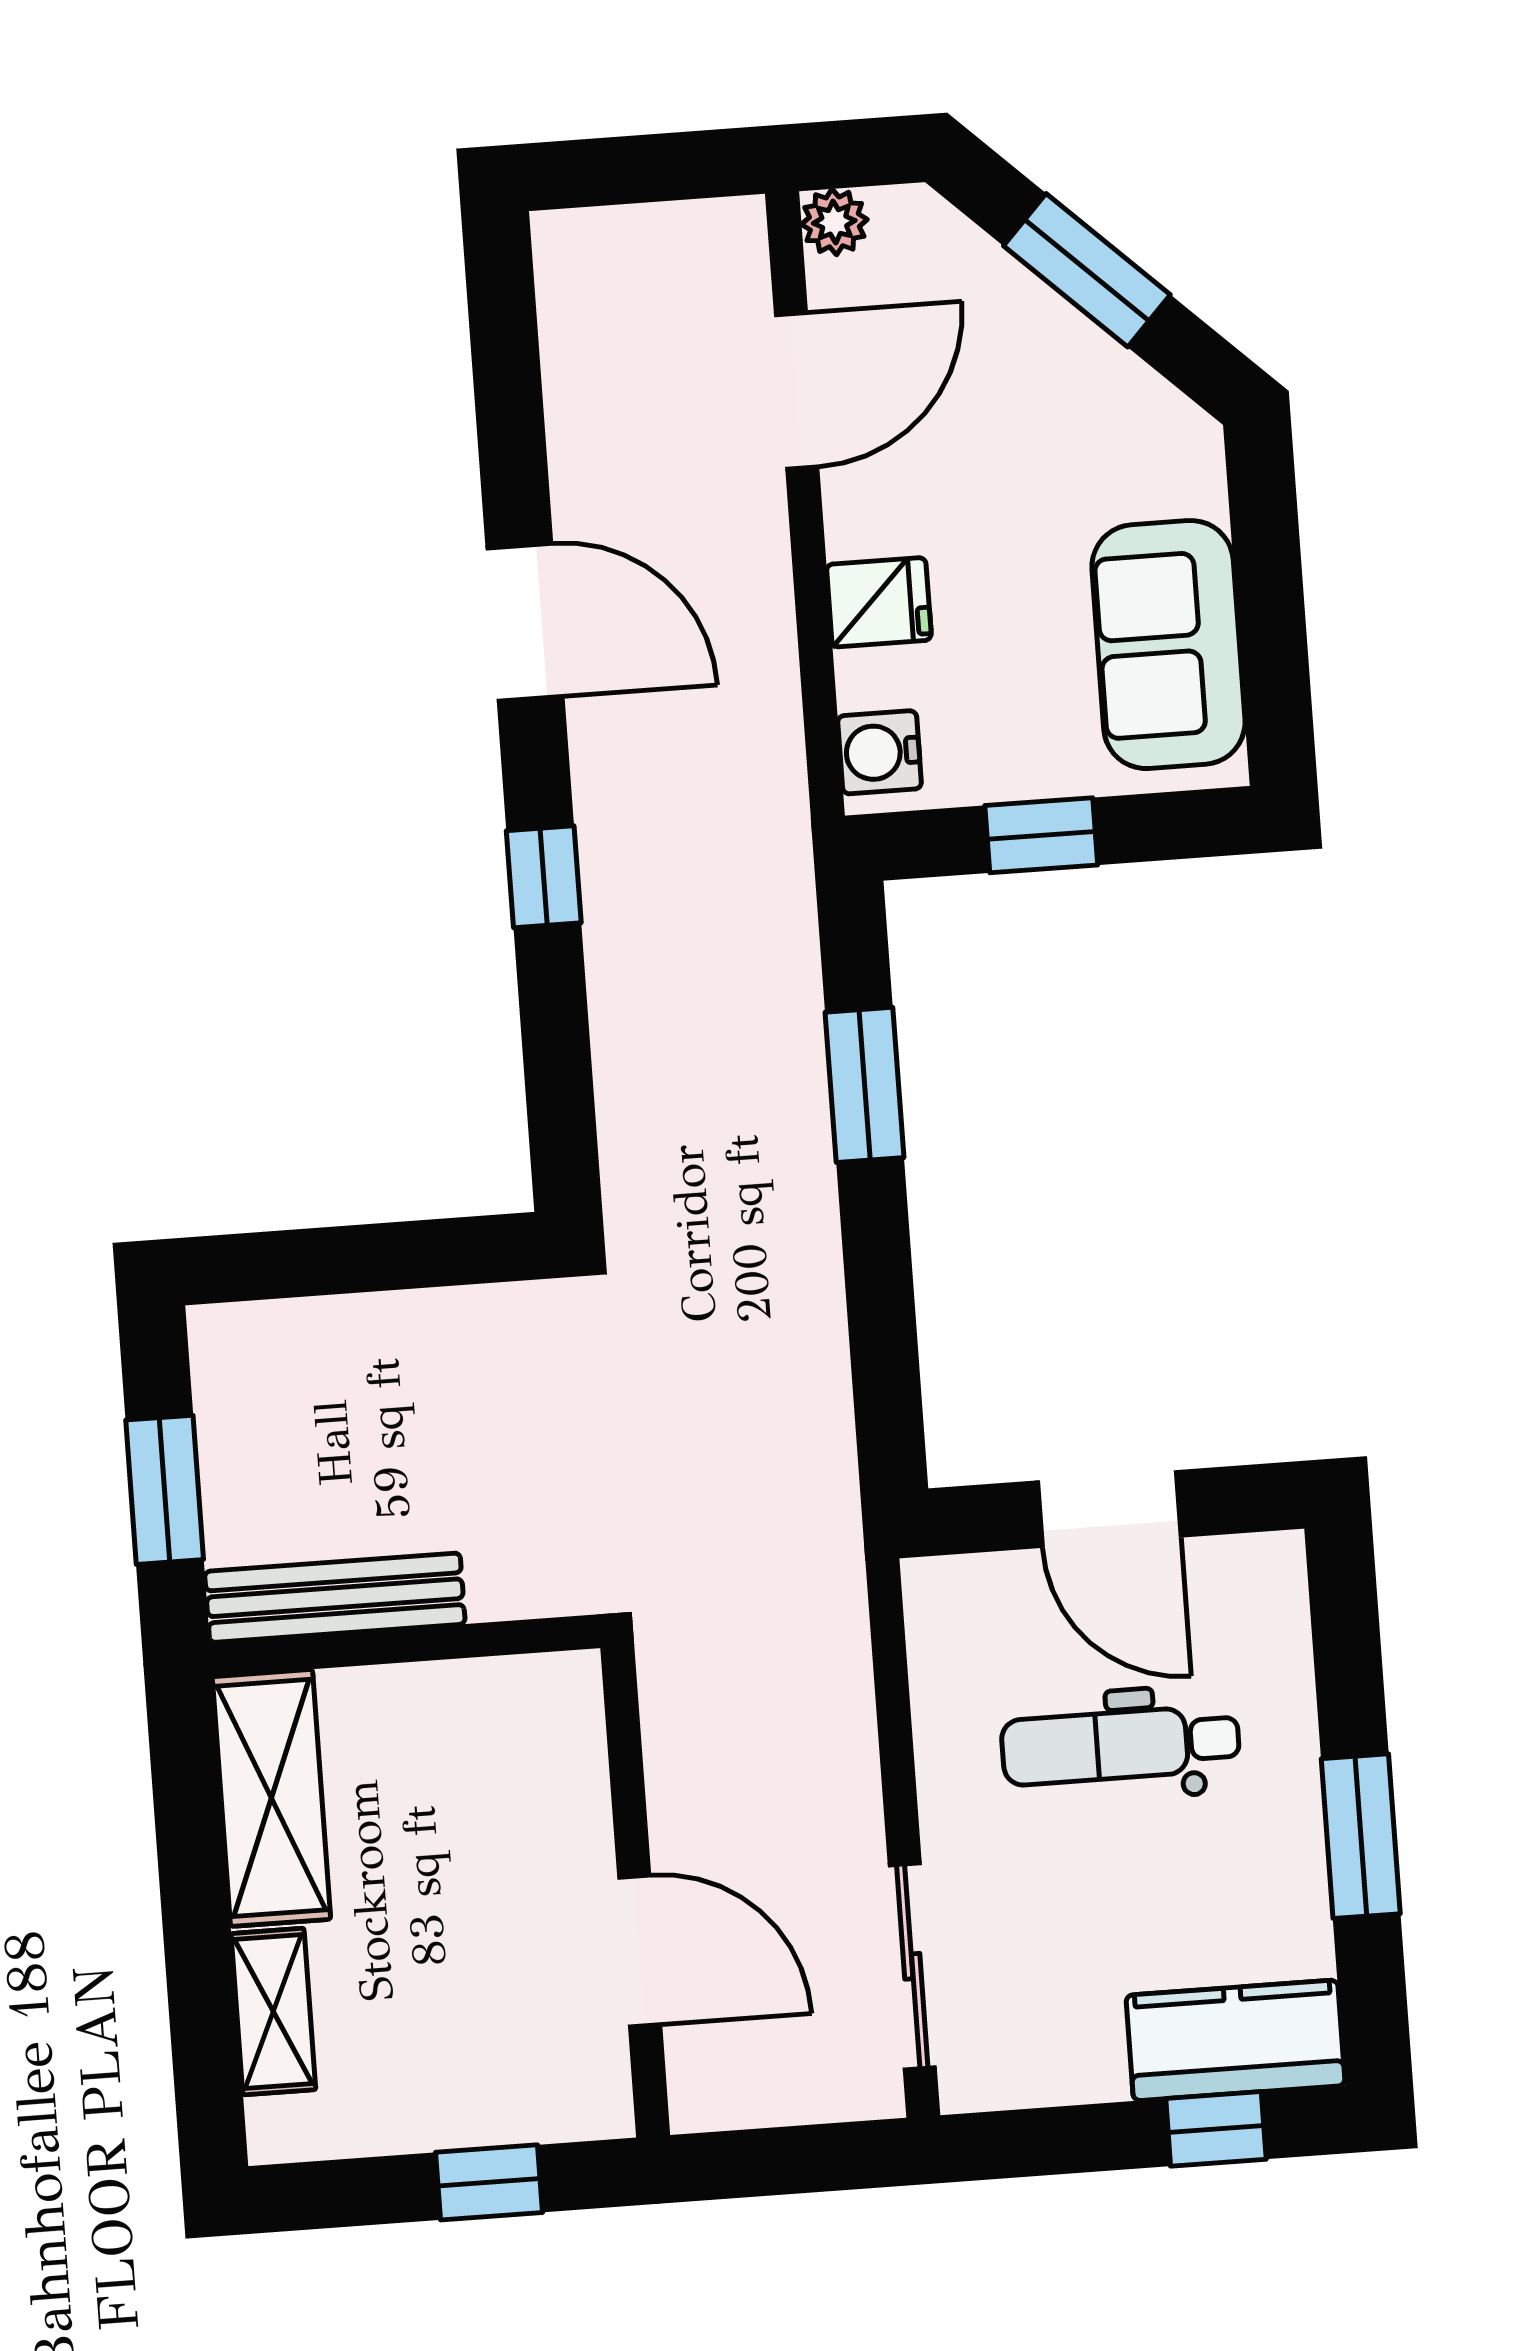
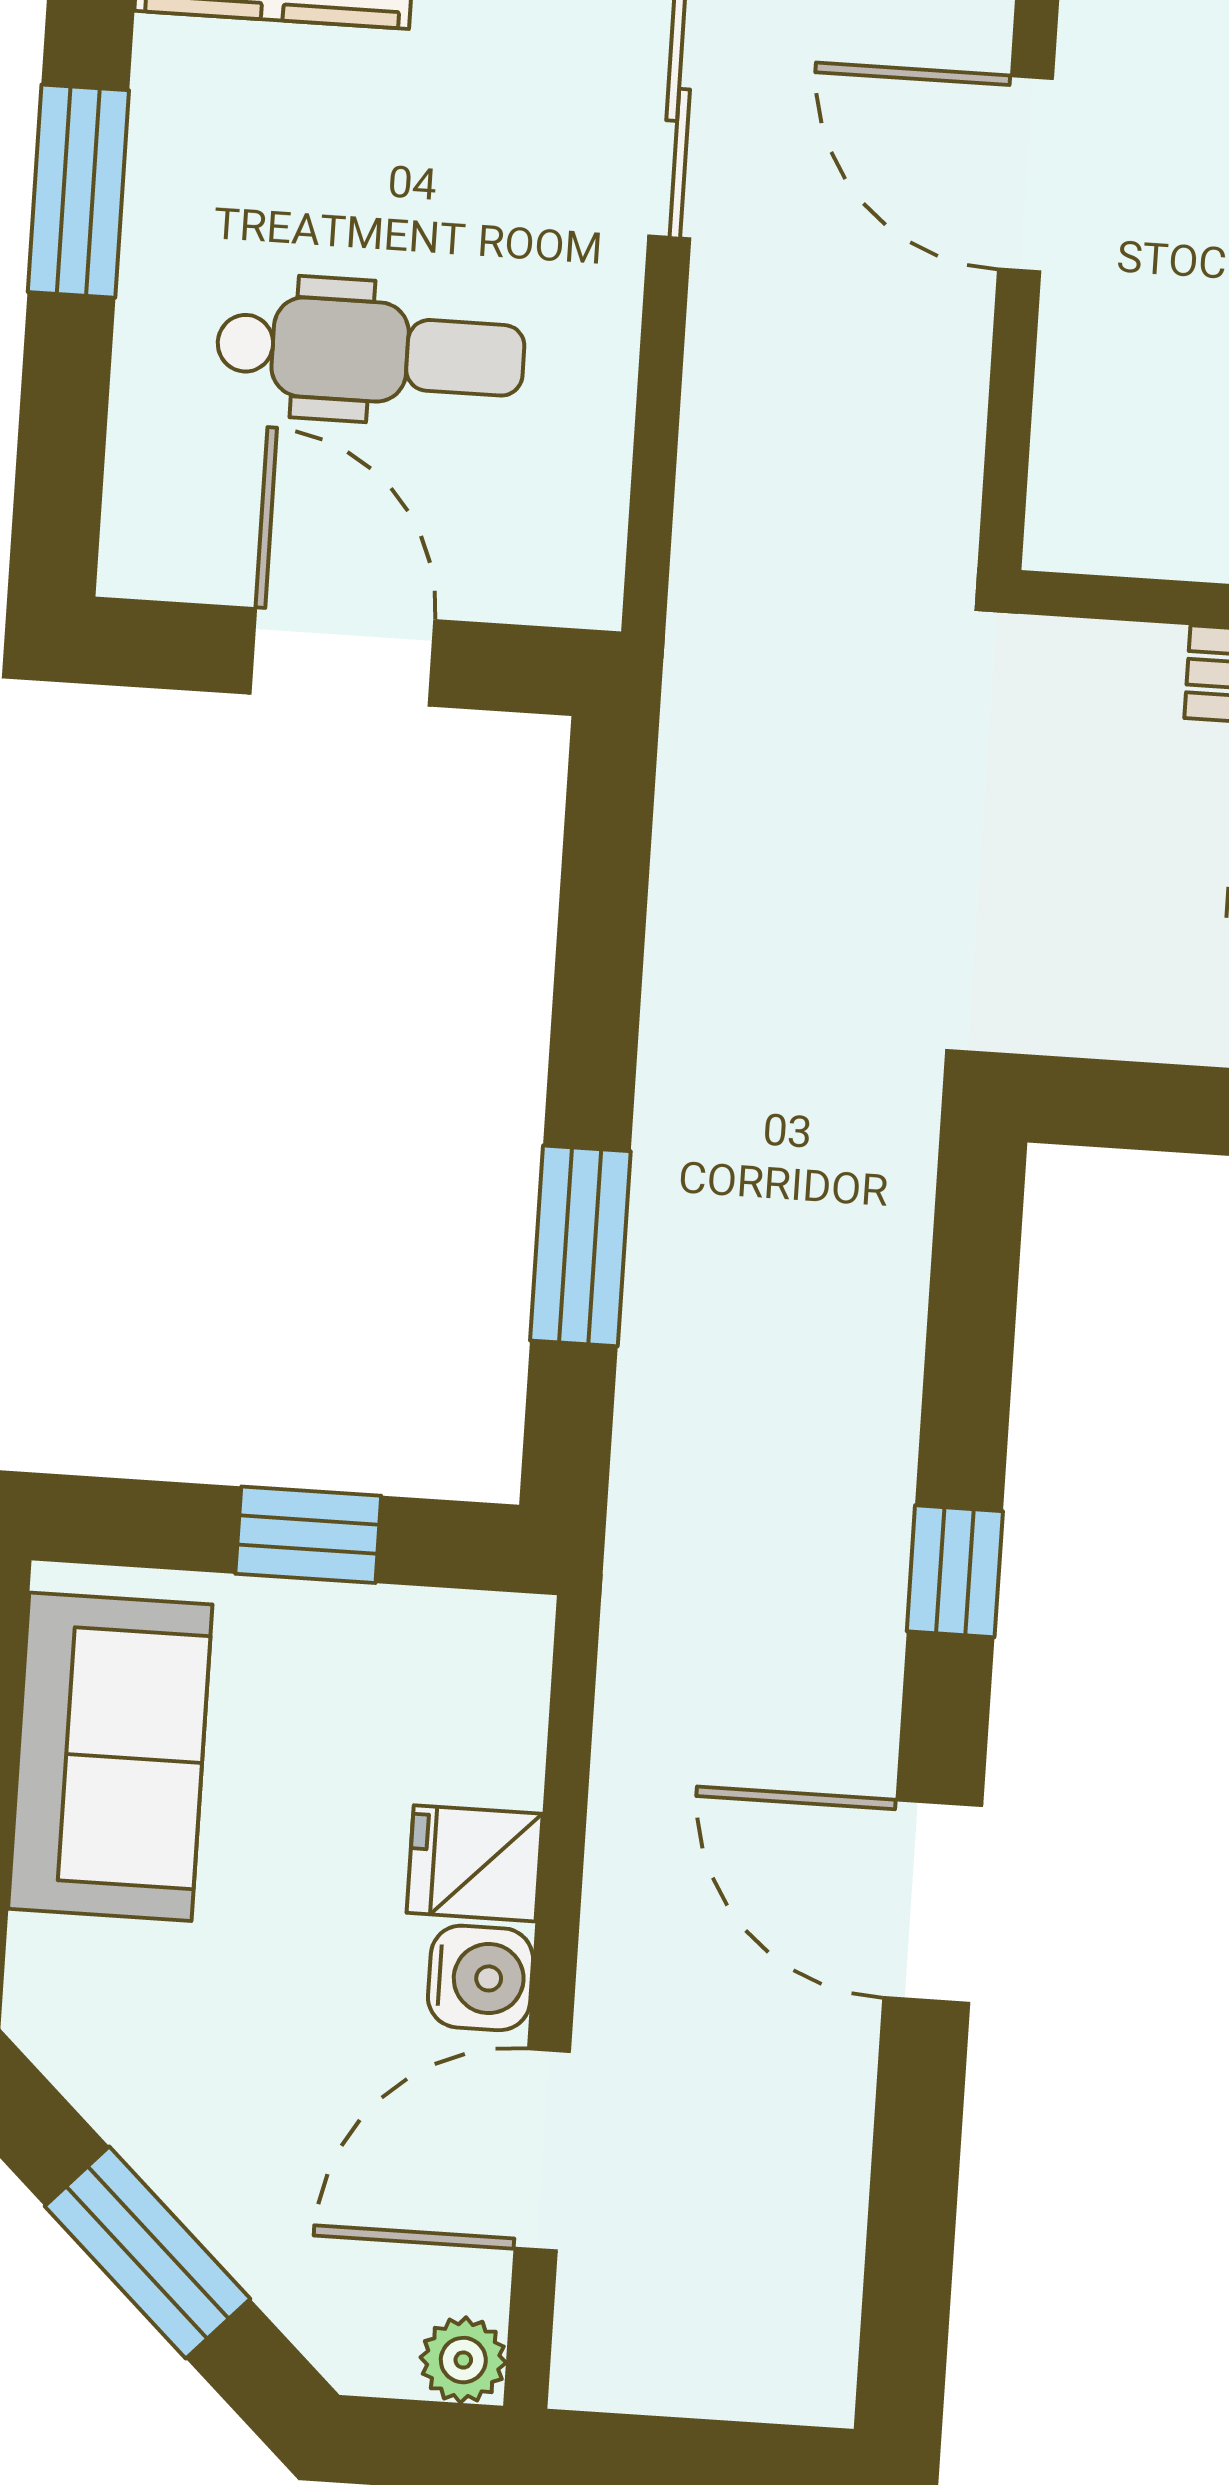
water cooler: (880, 752) -> (480, 1978), moved

